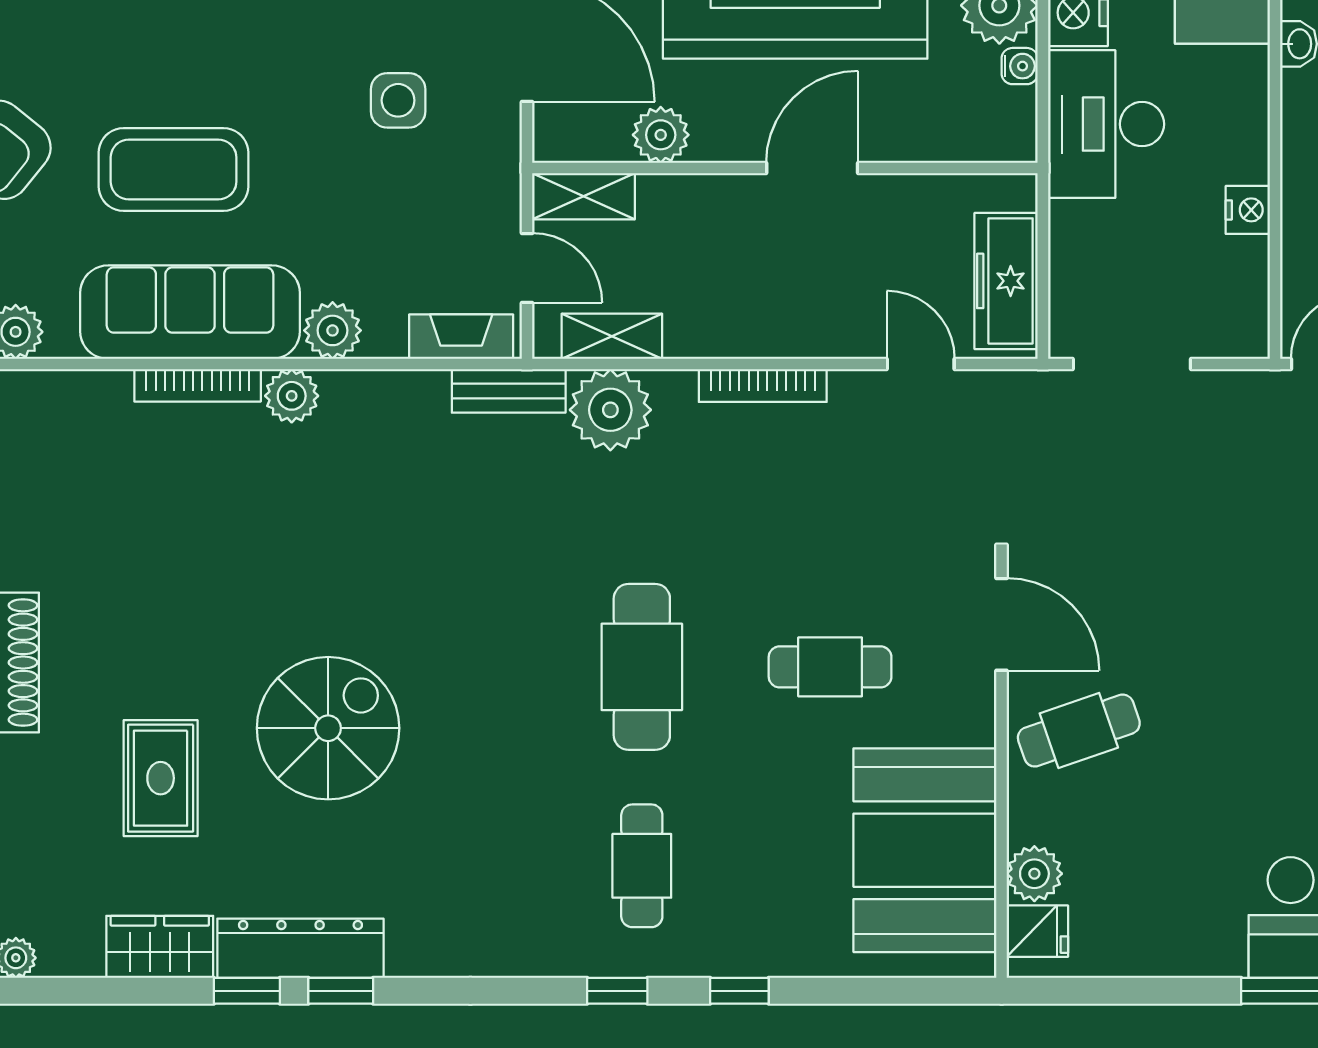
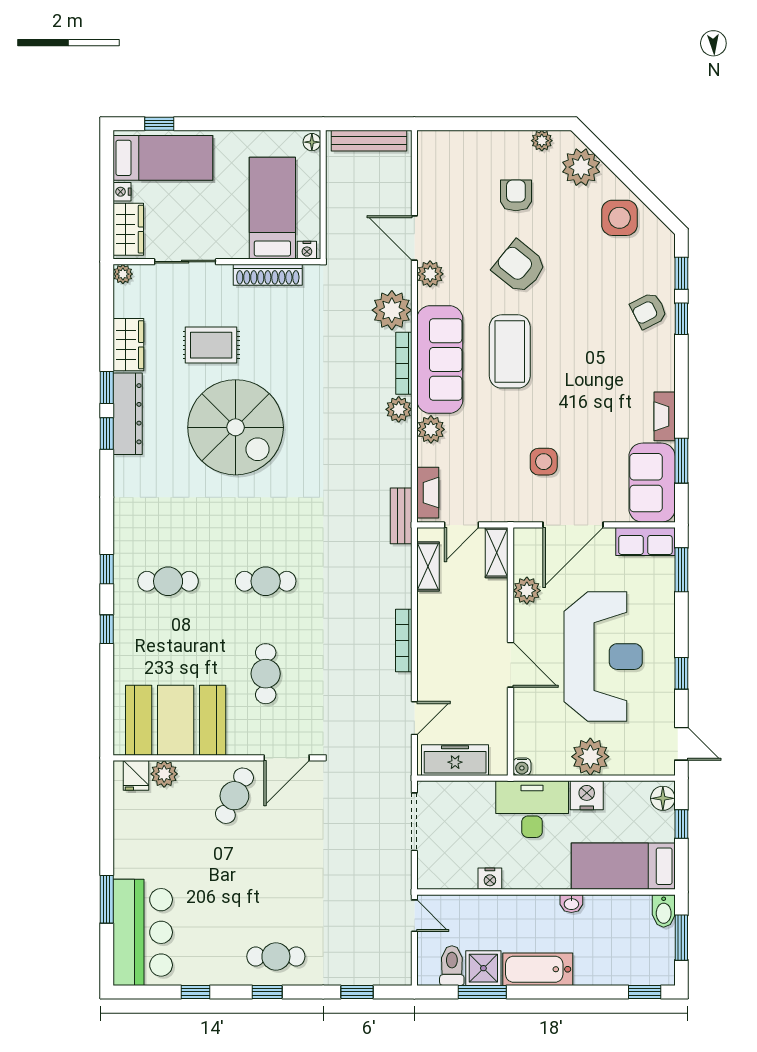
water cooler: (1020, 66) -> (522, 767), moved
plant: (610, 410) -> (392, 310), moved
cafe table: (642, 667) -> (266, 581), width x0.73, depth x0.74
spiral stairs: (328, 728) -> (236, 427), width x1.37, depth x1.37
cafe table: (1079, 731) -> (234, 796), turned 45

